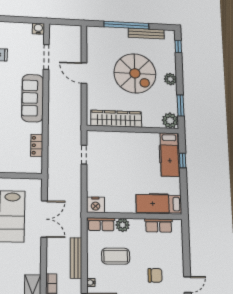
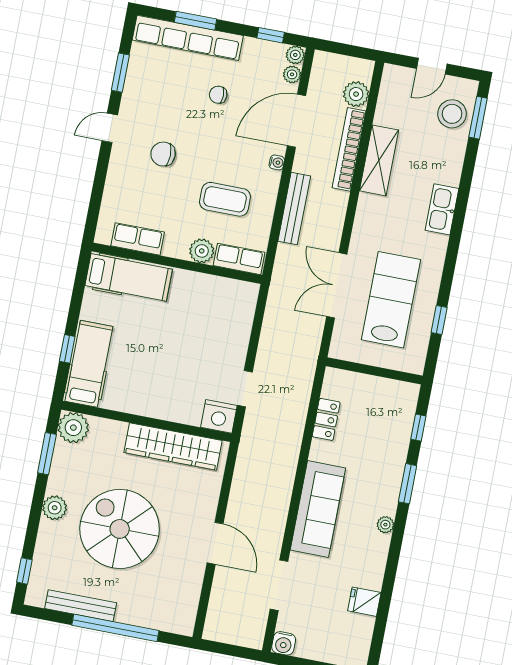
nightstand: (95, 205) -> (219, 416), moved, turned 180

